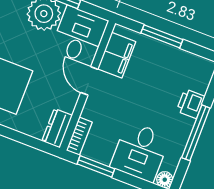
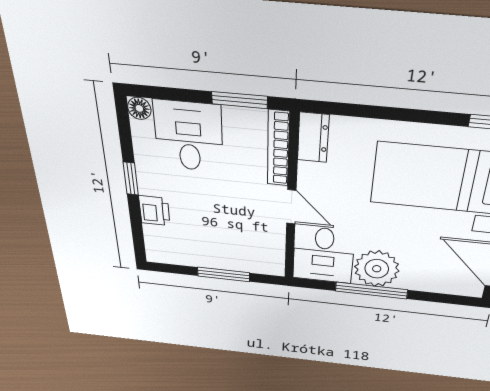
filing cabinet: (117, 55) -> (269, 243), removed
window: (196, 133) -> (131, 179), width x0.46
bookcase: (79, 136) -> (278, 149), width x1.56

